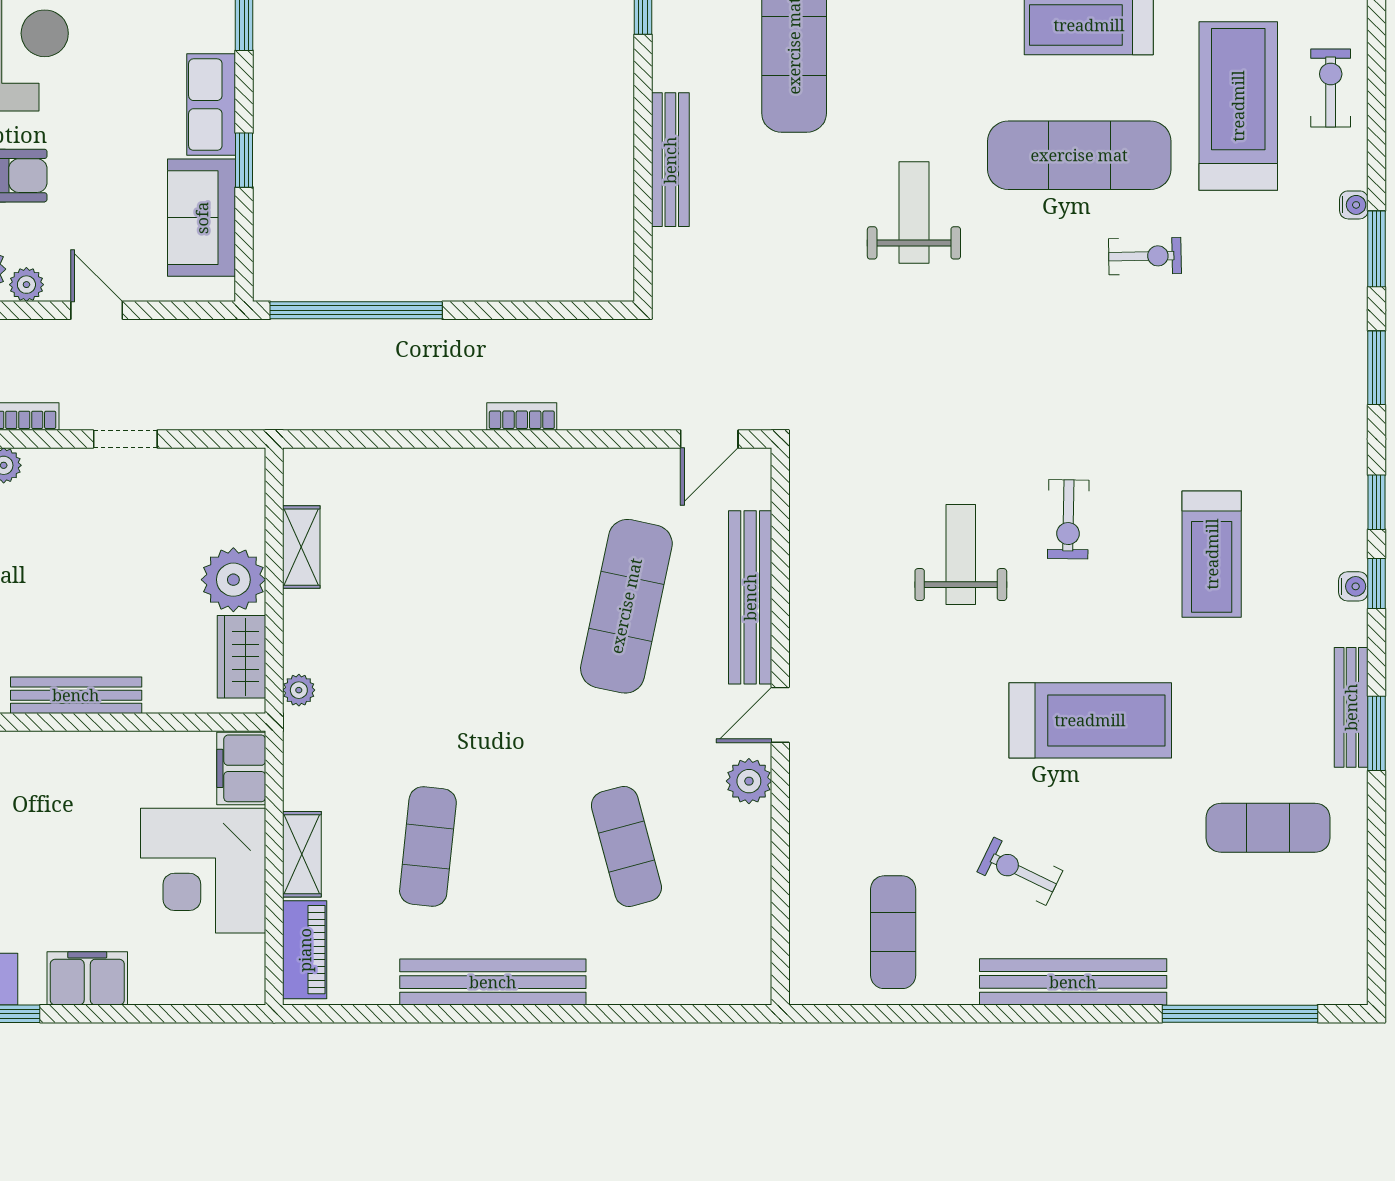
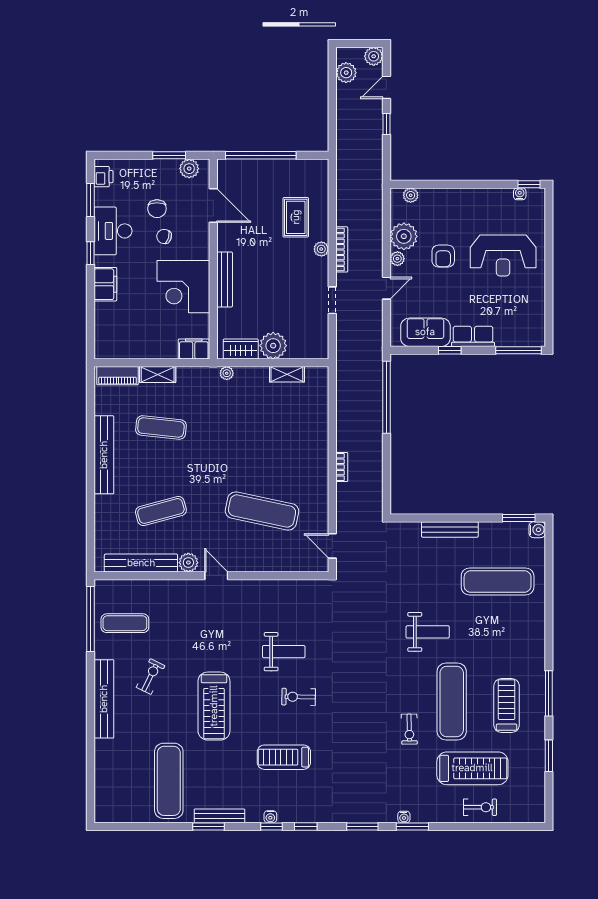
water cooler: (1354, 205) -> (404, 817), moved
bench: (750, 597) -> (141, 563), moved
exercise mat: (1268, 828) -> (169, 781), width x1.36, depth x1.45
corner desk: (203, 871) -> (183, 287), moved, turned -90
window: (1240, 1014) -> (91, 619), moved

